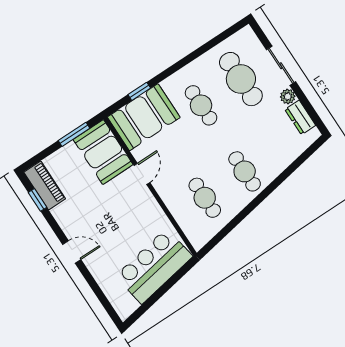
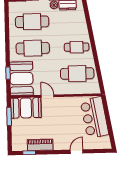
cafe table: (201, 105) -> (33, 48), width x1.37, depth x1.35
piano: (45, 185) -> (40, 145), moved
cafe table: (205, 198) -> (77, 74), width x1.37, depth x1.35
door: (72, 252) -> (77, 152), moved

